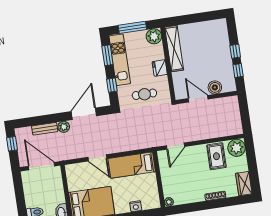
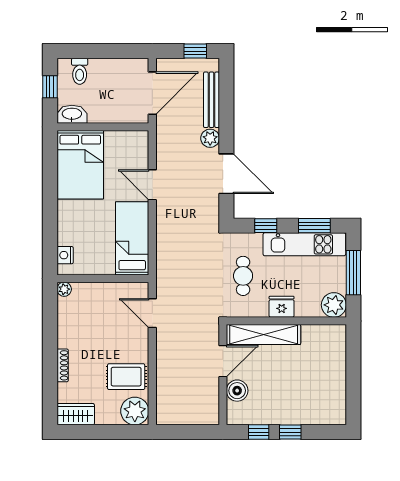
shelving: (174, 49) -> (264, 335), moved
bench: (45, 129) -> (211, 100), width x1.36
door: (97, 158) -> (152, 185), hinge flipped
nightstand: (136, 206) -> (65, 255), moved

